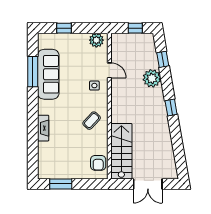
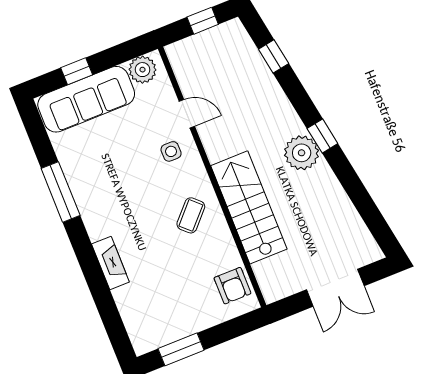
window: (33, 72) -> (61, 192), moved
sofa: (48, 74) -> (86, 99), moved, turned 90
plant: (152, 78) -> (302, 153), moved
stairs: (121, 151) -> (249, 207), moved

